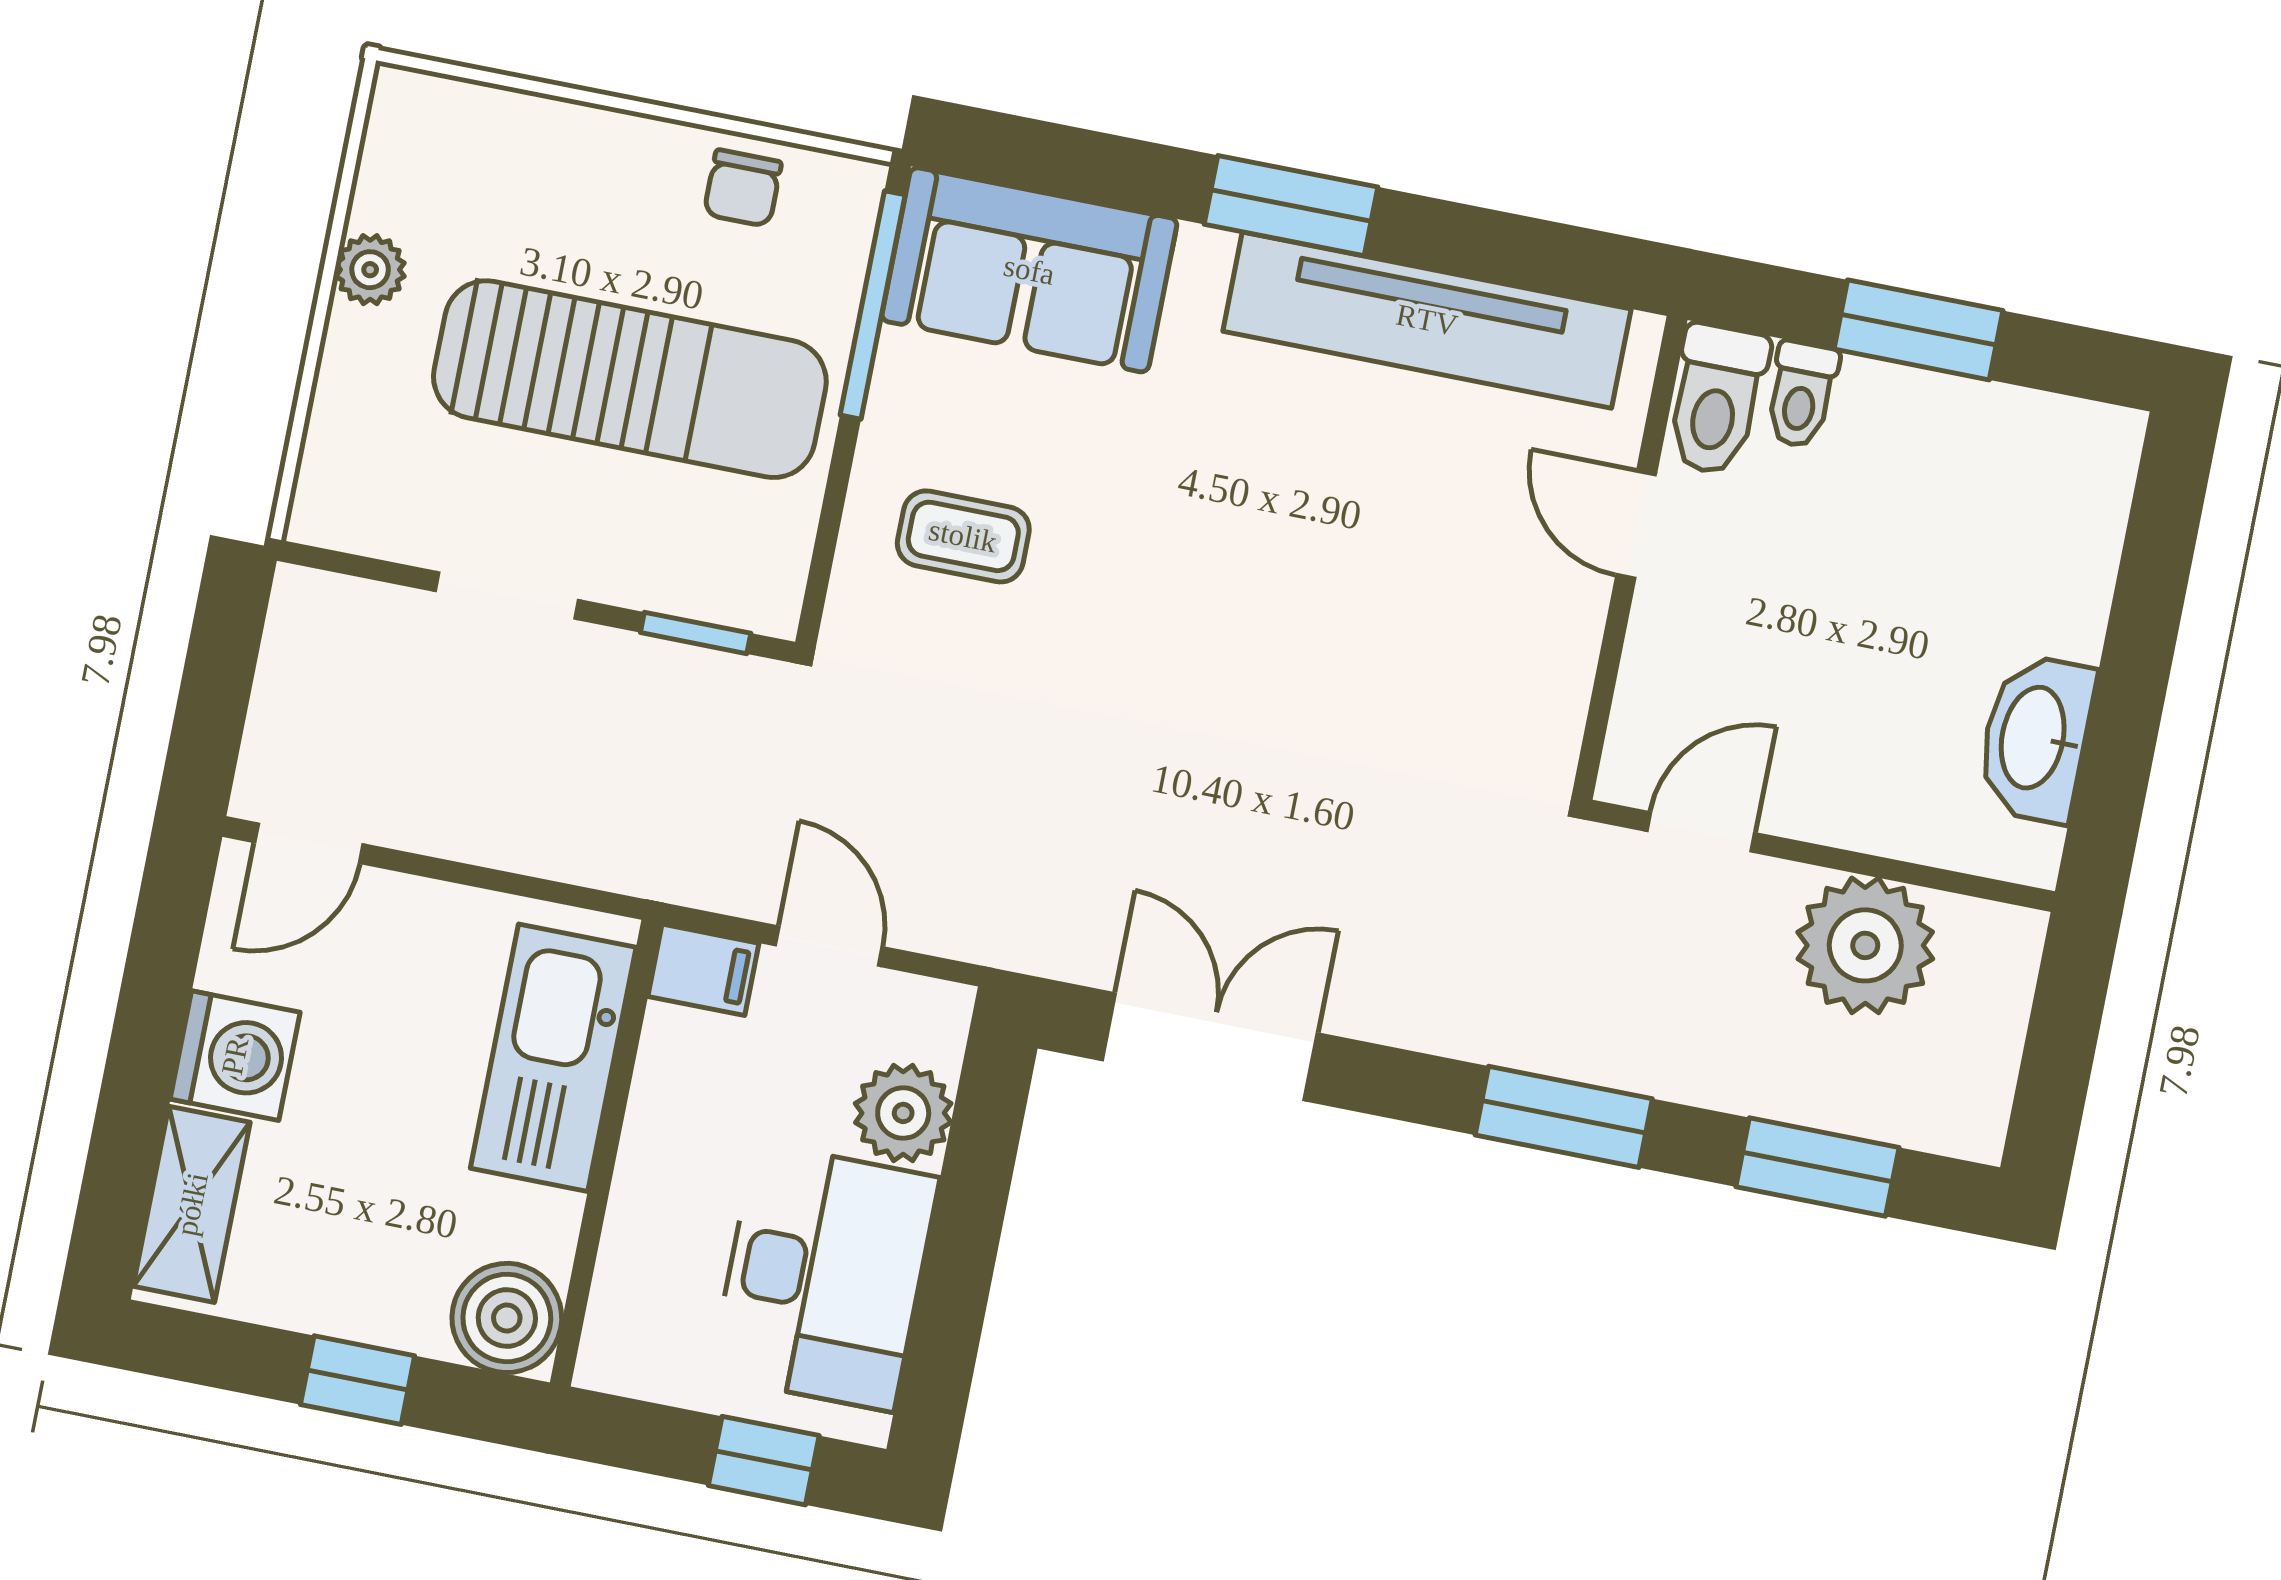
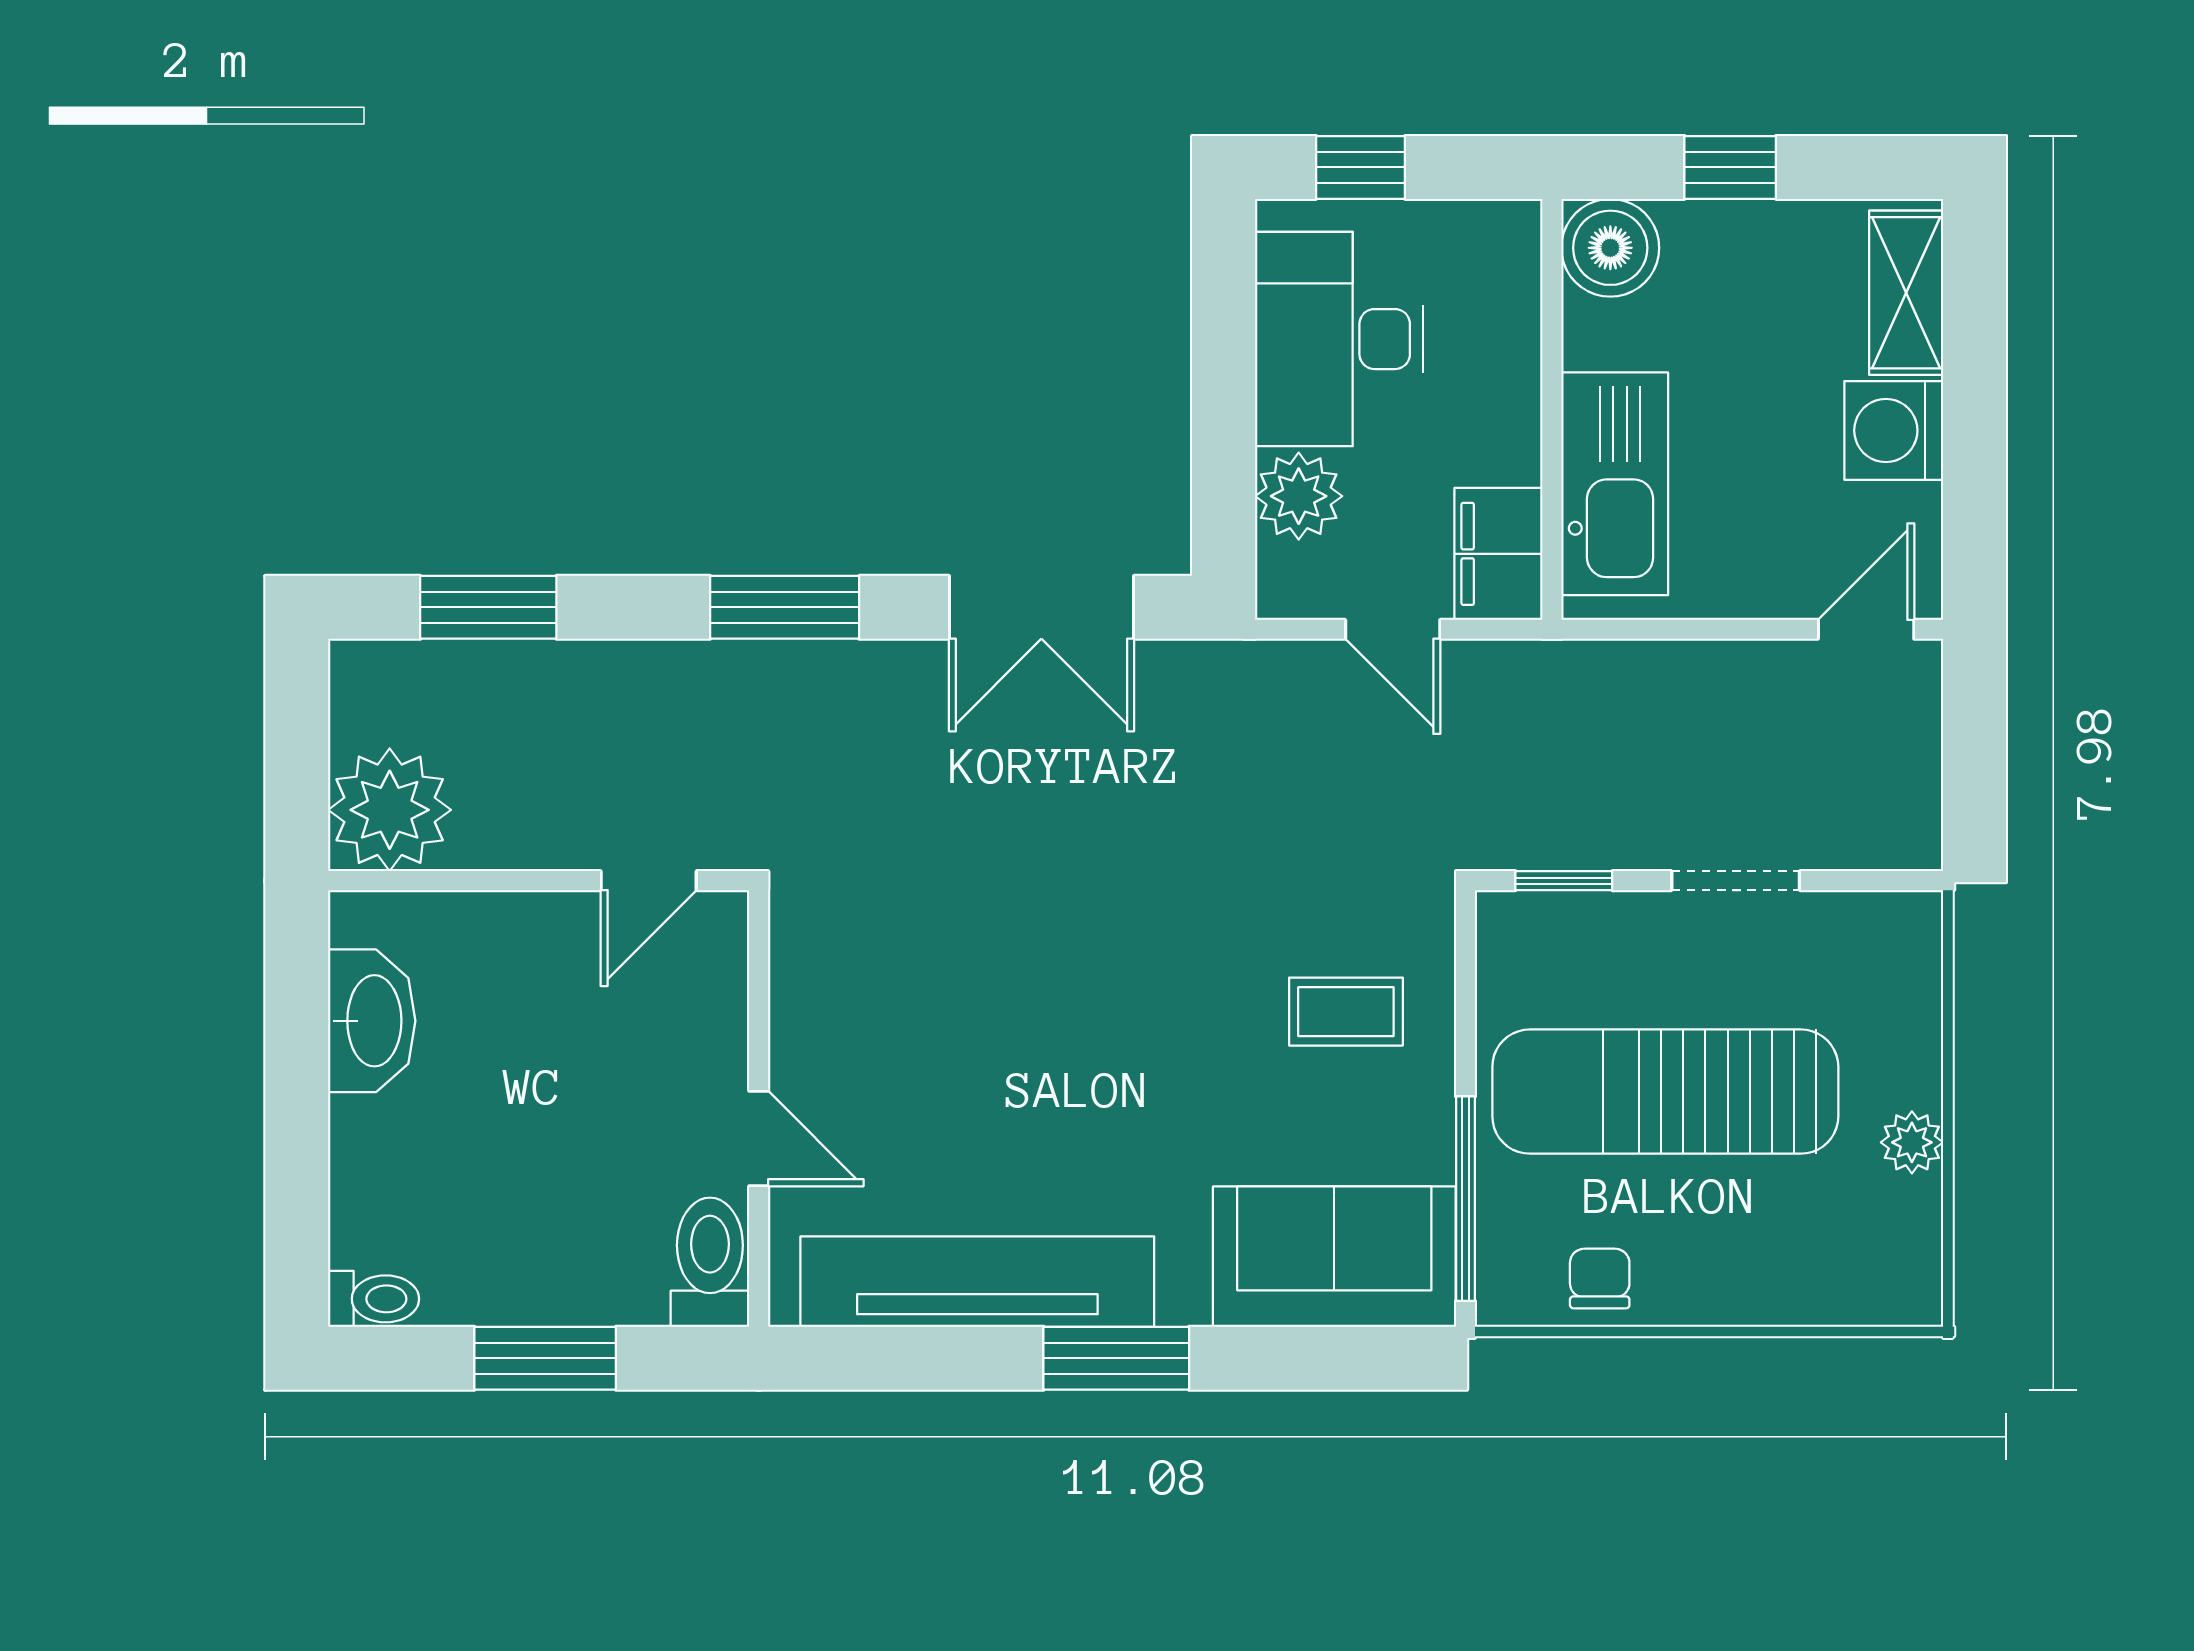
toilet: (1801, 394) -> (374, 1299), moved, turned 90
plant: (1865, 945) -> (390, 810), moved
filing cabinet: (703, 970) -> (1498, 554), width x2.00
window: (1564, 1117) -> (785, 607), moved

